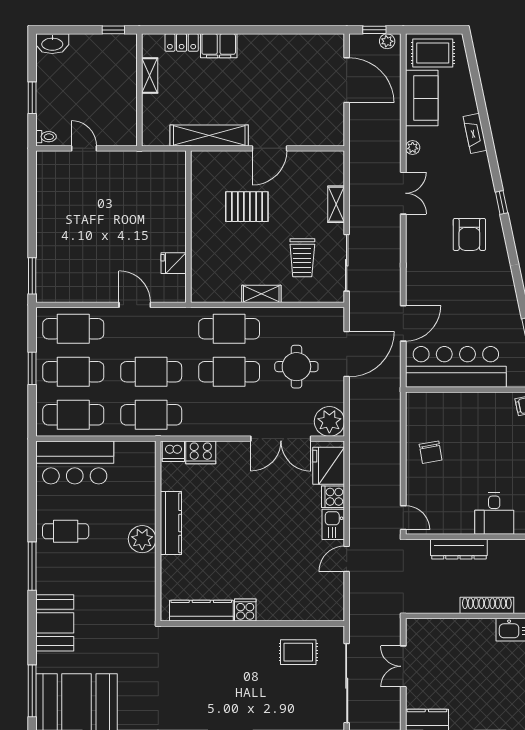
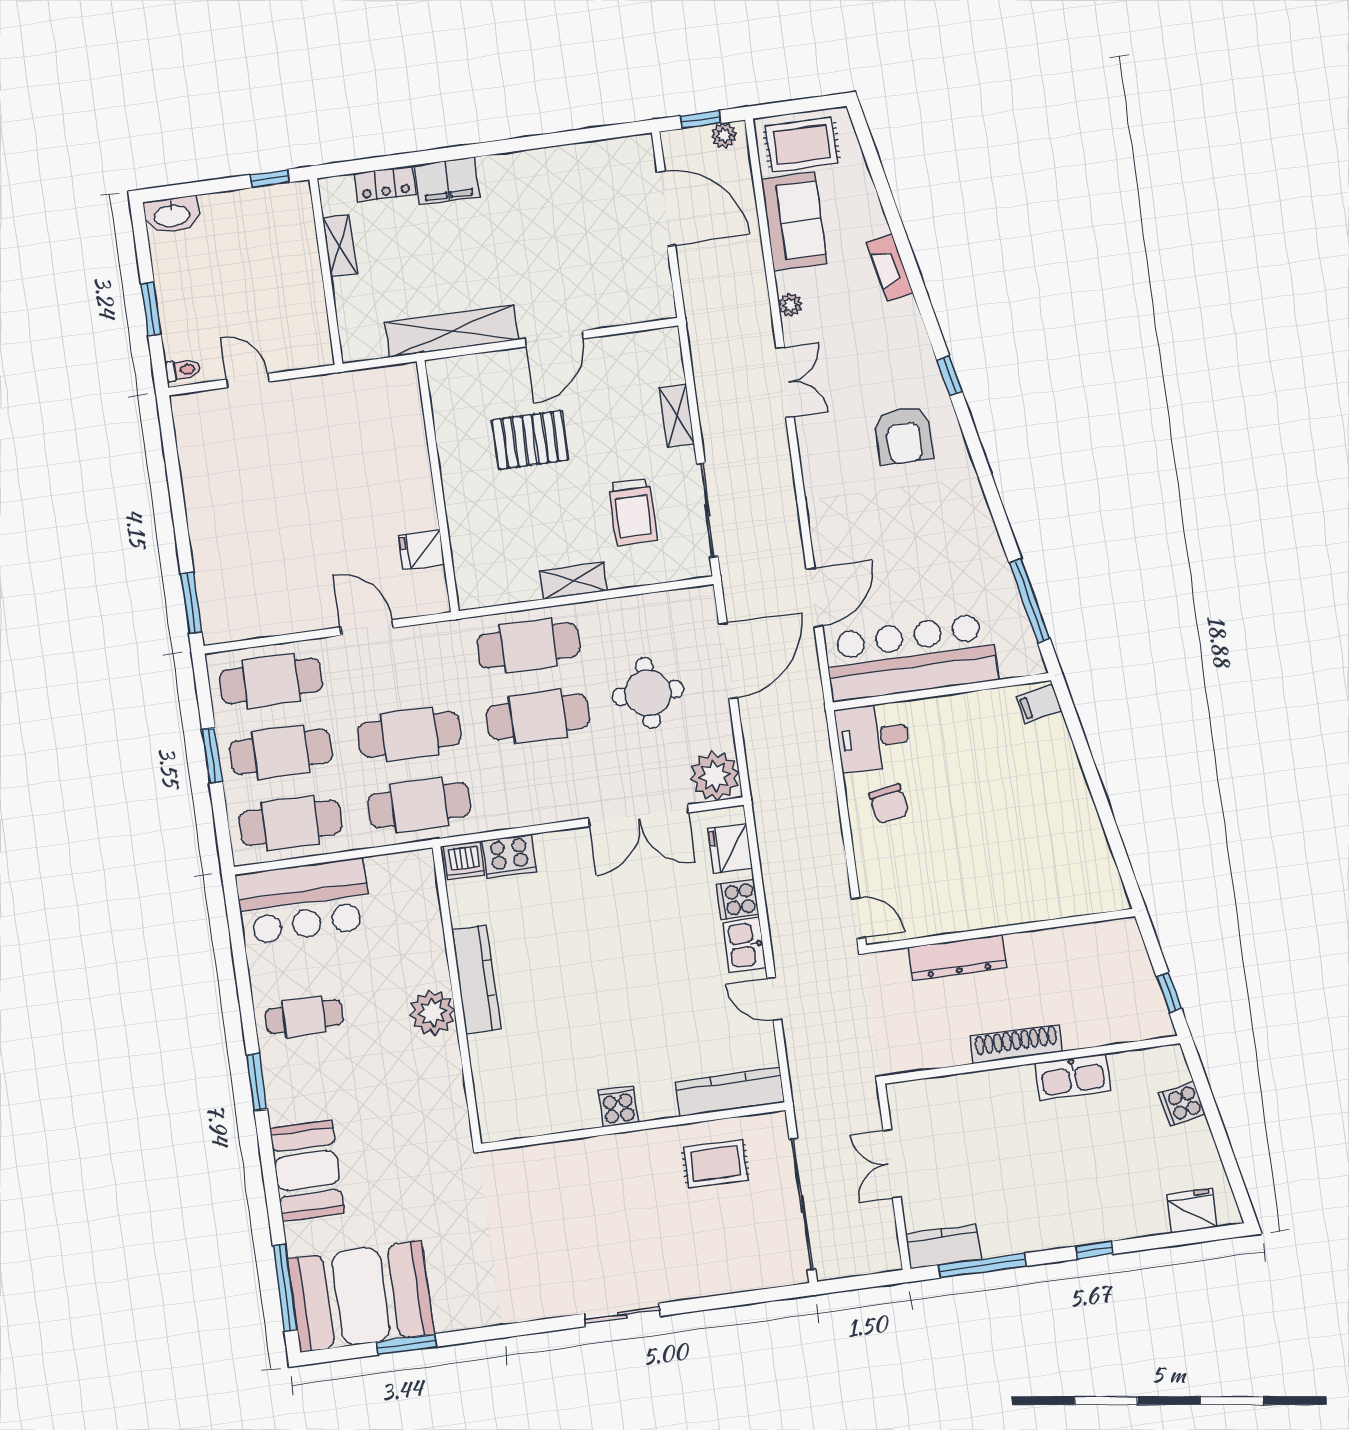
fridge: (329, 466) -> (730, 848), width x0.73, depth x0.75
desk: (494, 514) -> (873, 737), moved, turned 90
door: (347, 559) -> (774, 999), hinge flipped
window: (32, 566) -> (257, 1082), width x0.69
kitchen counter: (201, 611) -> (730, 1092), moved

